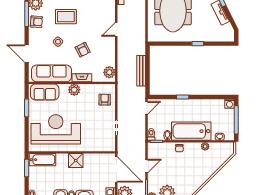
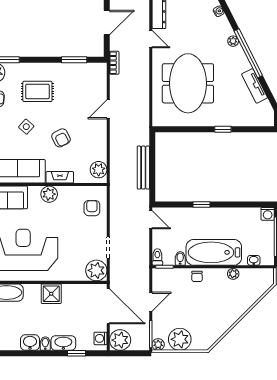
door: (147, 108) -> (151, 220), hinge flipped
plant: (108, 144) -> (96, 270), added

